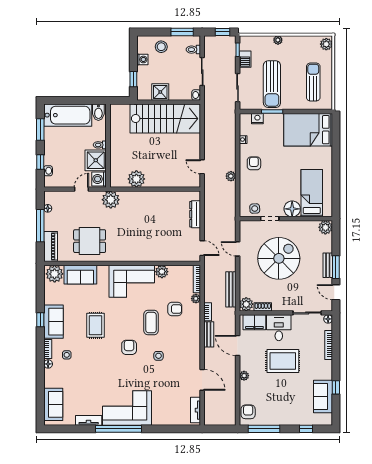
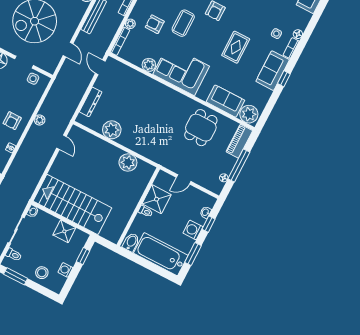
washing machine: (99, 179) -> (193, 230), moved, turned 180
plant: (111, 200) -> (112, 130), moved
dining table: (90, 241) -> (201, 128), turned 90

